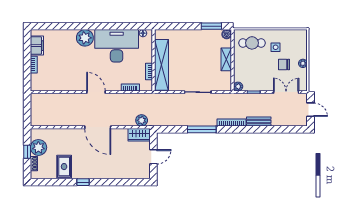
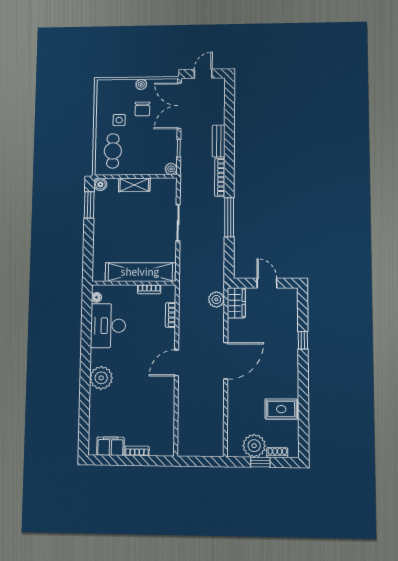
desk: (117, 46) -> (108, 326), width x0.73, depth x0.77
double door: (286, 92) -> (179, 106), width x1.37
window: (83, 182) -> (303, 340), moved

